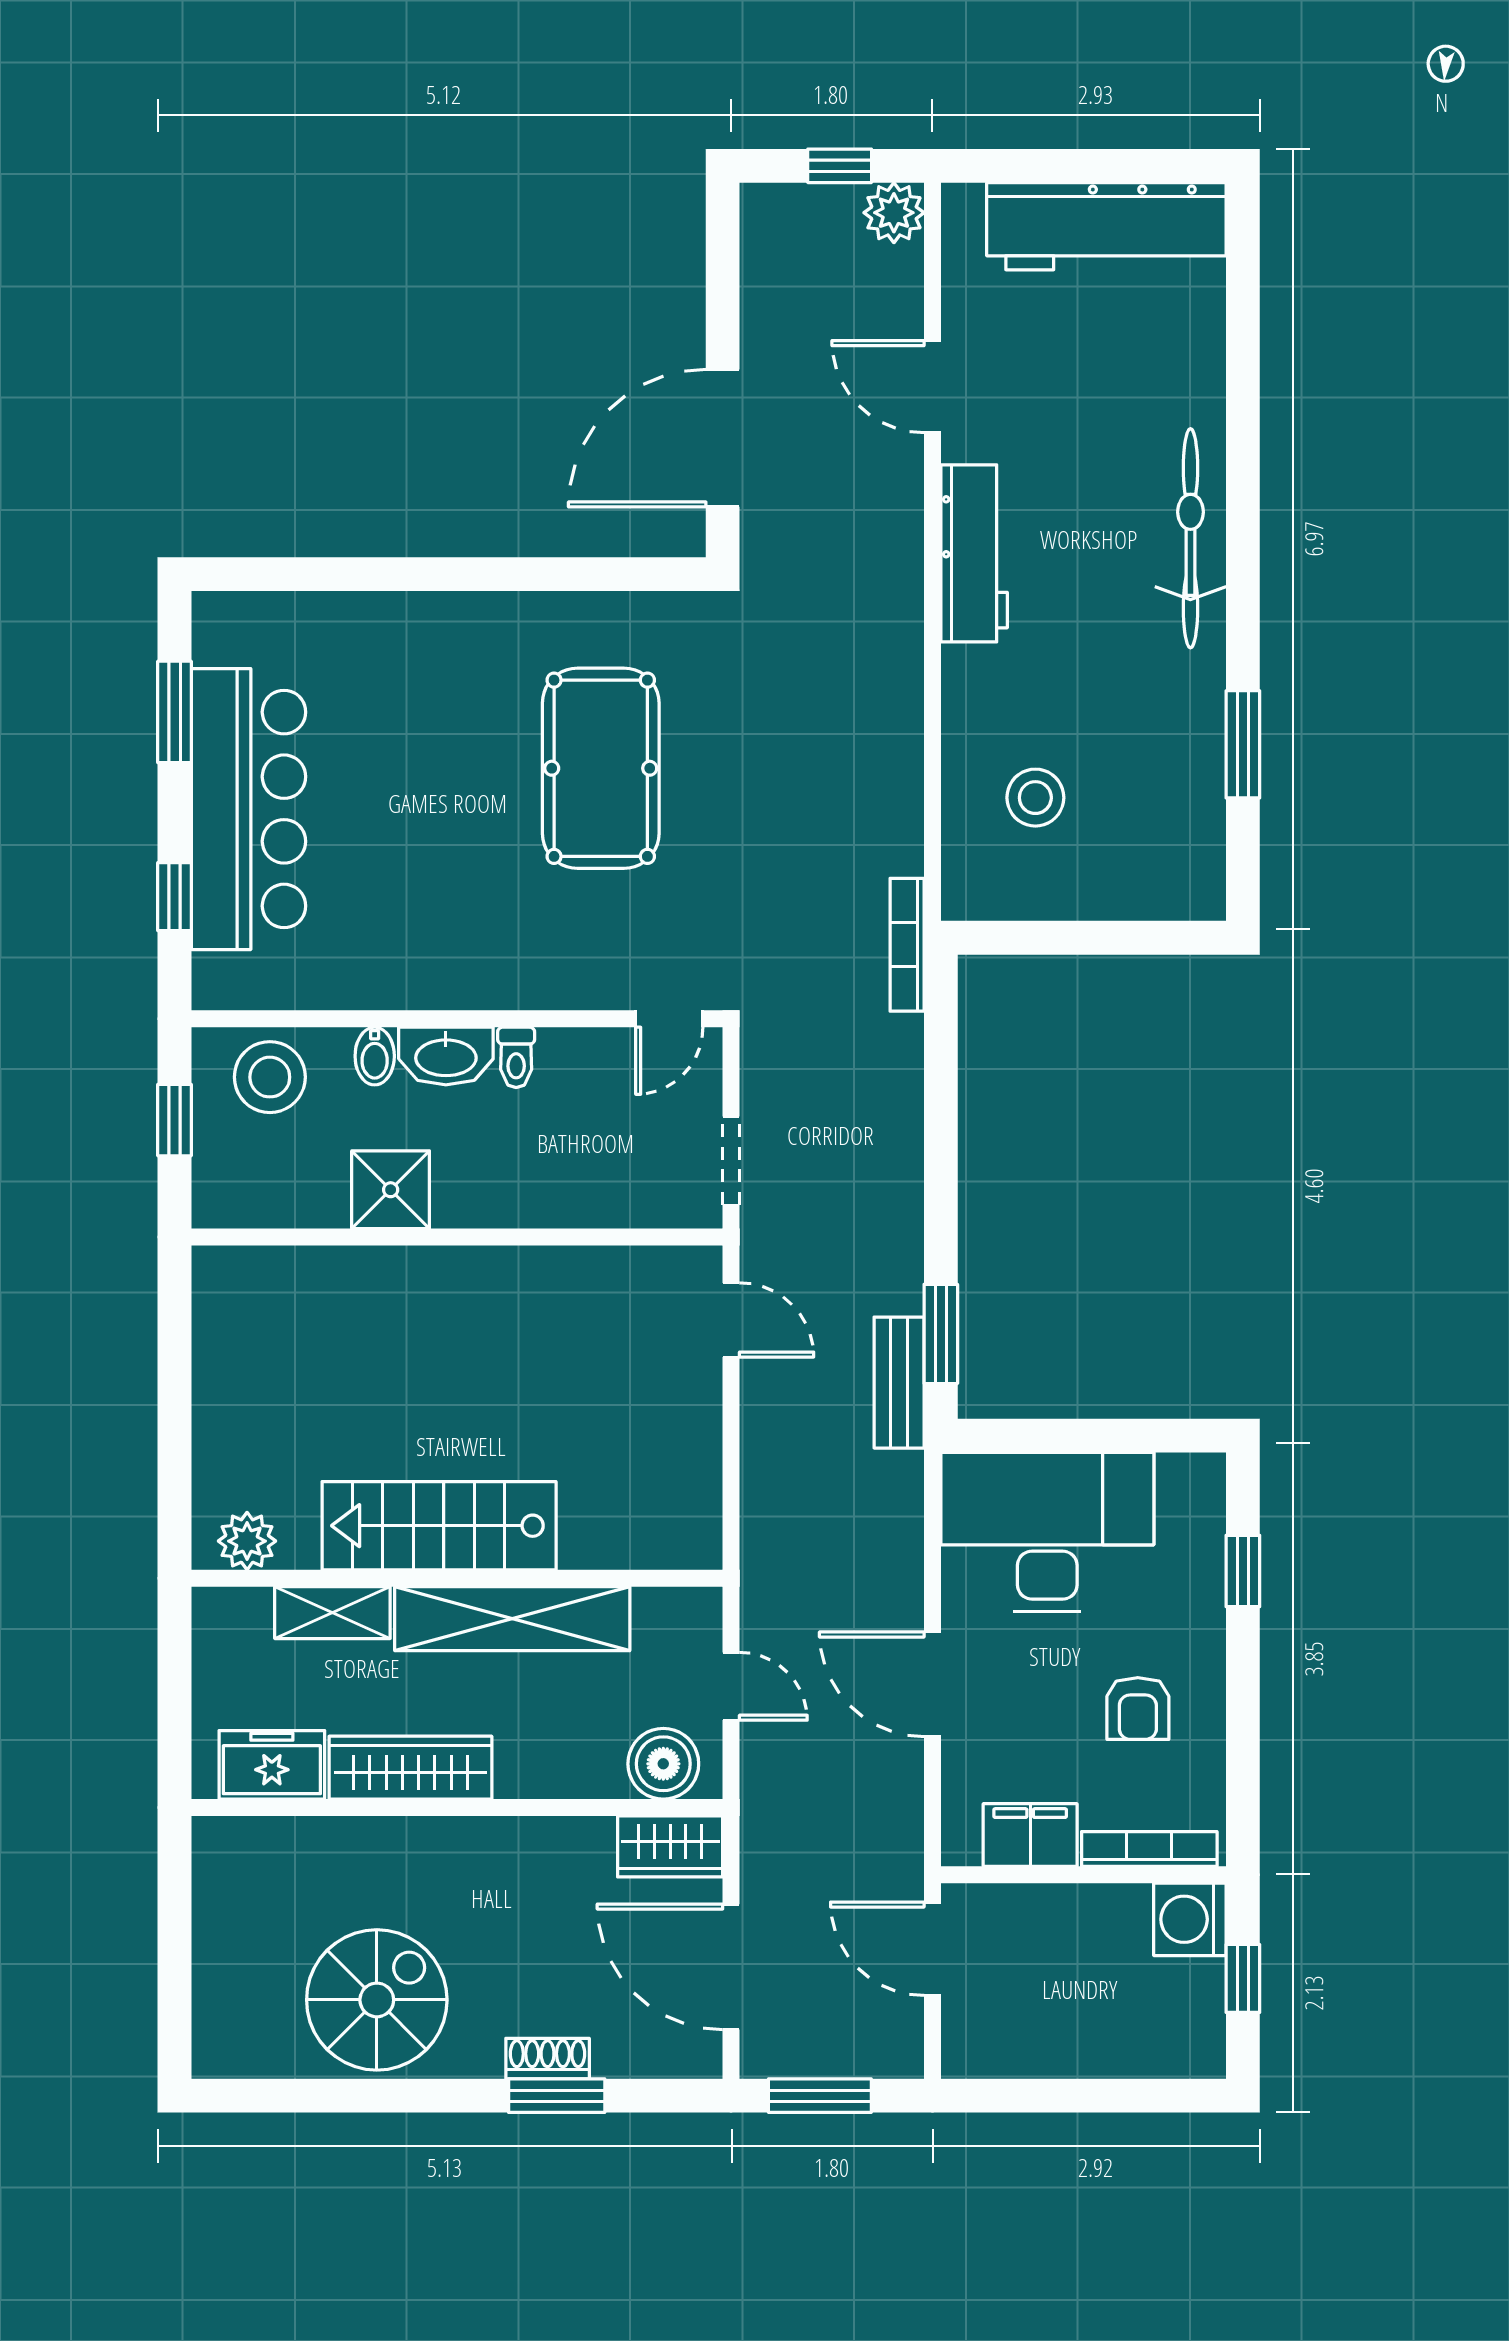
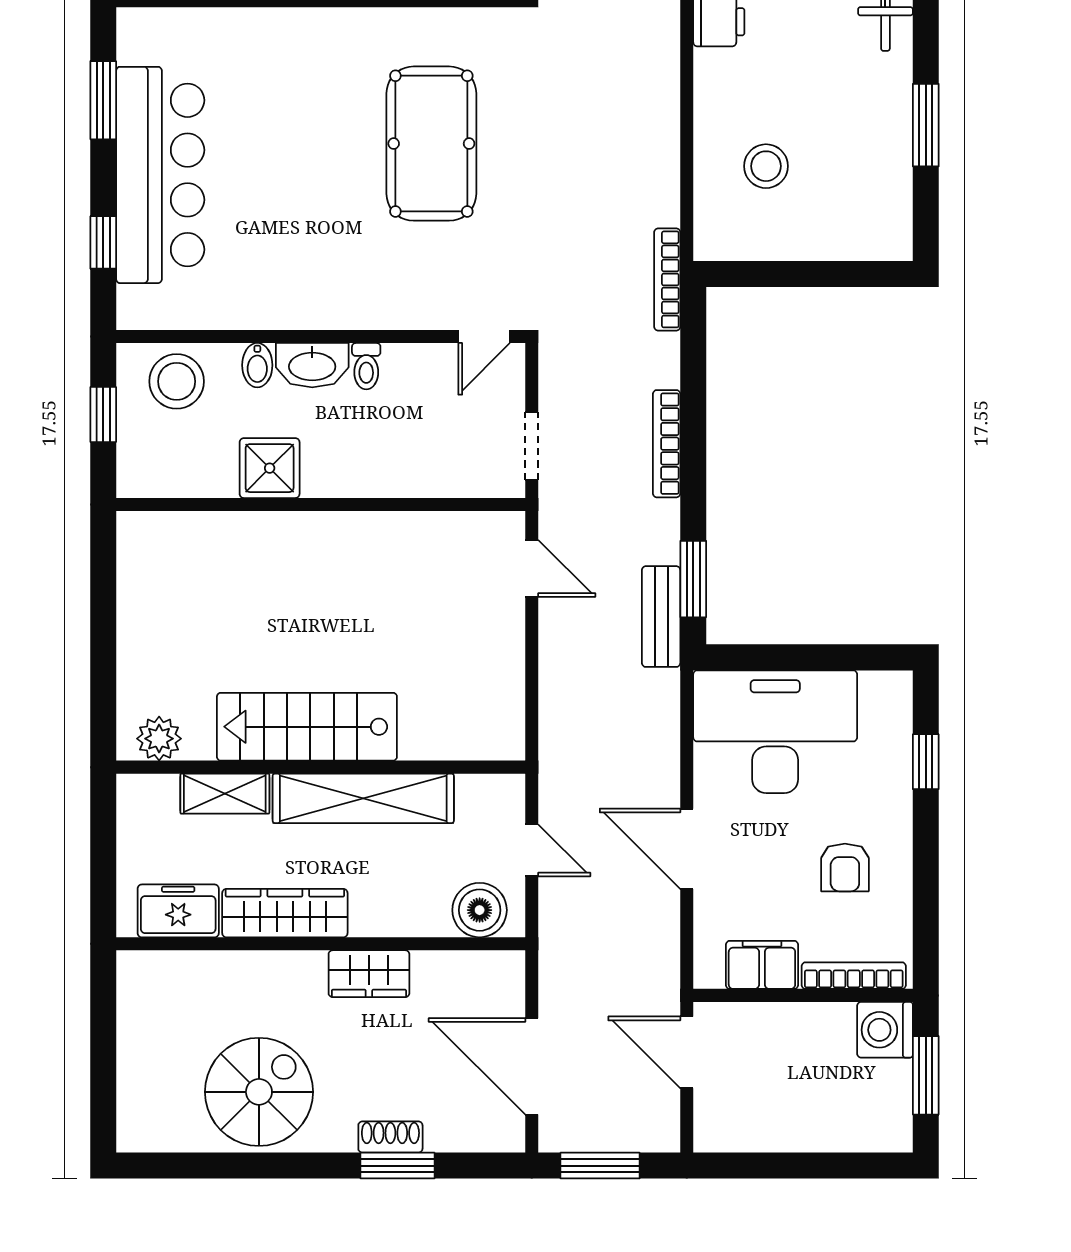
bookcase: (906, 1158) -> (667, 444), added
wardrobe: (670, 1846) -> (369, 974), moved
window: (1243, 1978) -> (926, 1075), width x1.50

